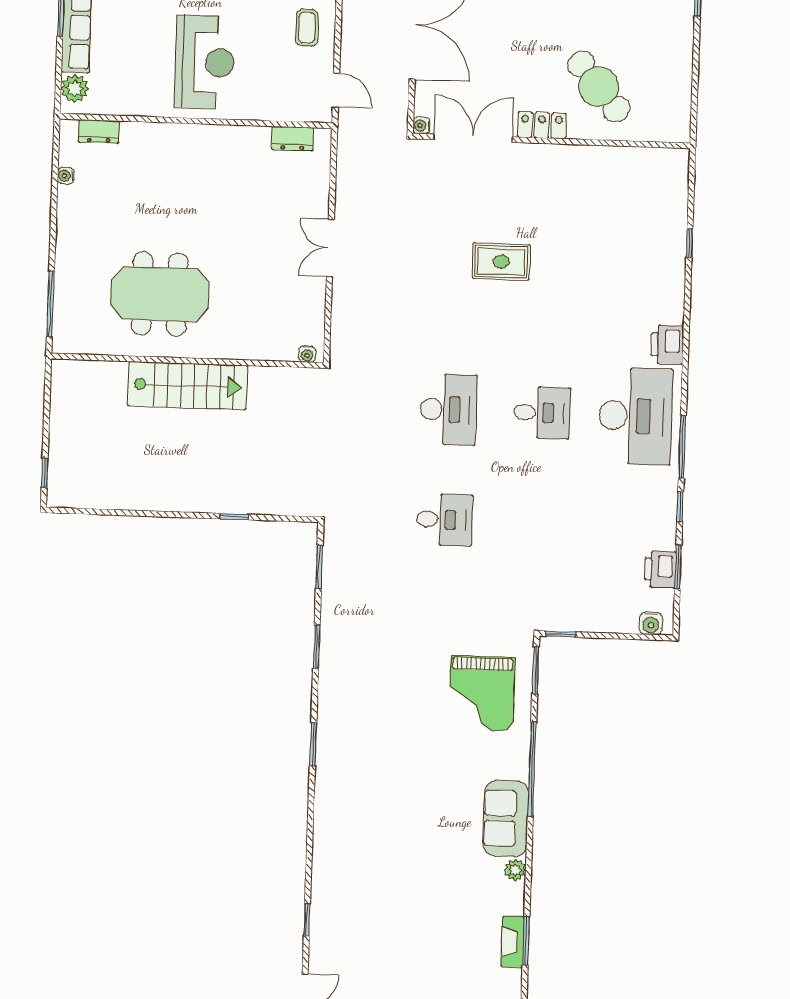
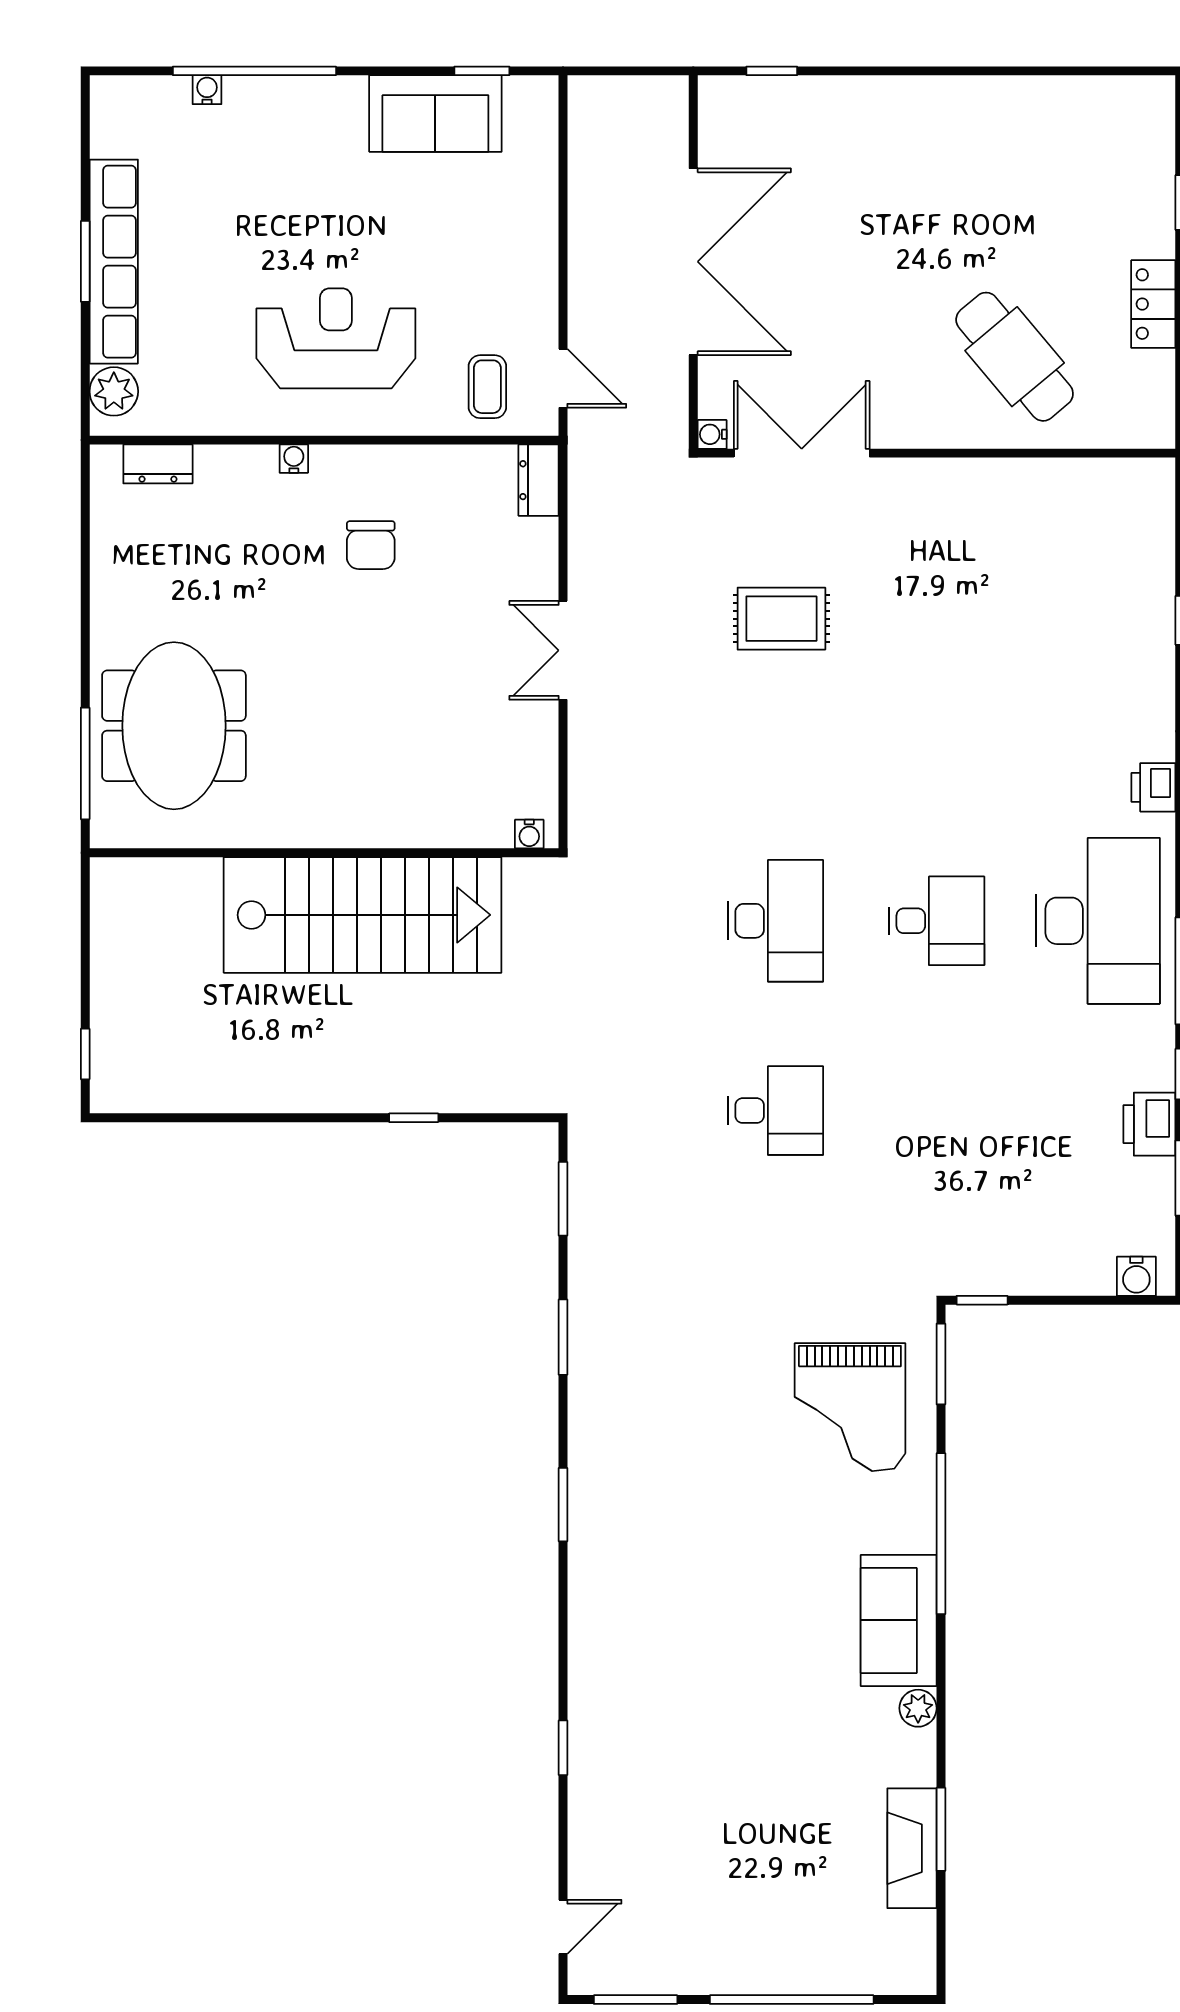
coffee table: (307, 28) -> (487, 387), moved
reception desk: (205, 62) -> (336, 338), turned -90
locker: (542, 125) -> (1153, 304), moved, turned -90
dresser: (293, 139) -> (539, 480), moved, turned 90
water cooler: (66, 176) -> (294, 459), moved, turned 90
chair: (221, 183) -> (371, 545), added
rug: (501, 262) -> (781, 619), moved
meeting table: (160, 294) -> (174, 726), moved, turned 90
printer: (667, 345) -> (1153, 787), width x0.73, depth x0.81
stairs: (187, 386) -> (363, 915), width x1.36, depth x1.51
printer: (660, 569) -> (1149, 1124), moved
window: (307, 920) -> (563, 1748), moved
fireplace: (513, 942) -> (912, 1848), width x1.37, depth x1.32

